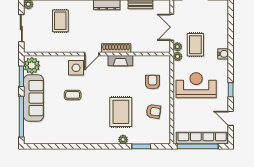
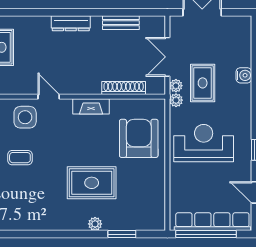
shoe rack: (116, 48) -> (124, 88), moved
door: (92, 54) -> (49, 97), swing flipped
water cooler: (223, 54) -> (244, 75), moved
armchair: (152, 82) -> (139, 138), width x1.88, depth x1.88
armchair: (153, 111) -> (140, 182), removed
rug: (121, 112) -> (92, 183), turned 90

